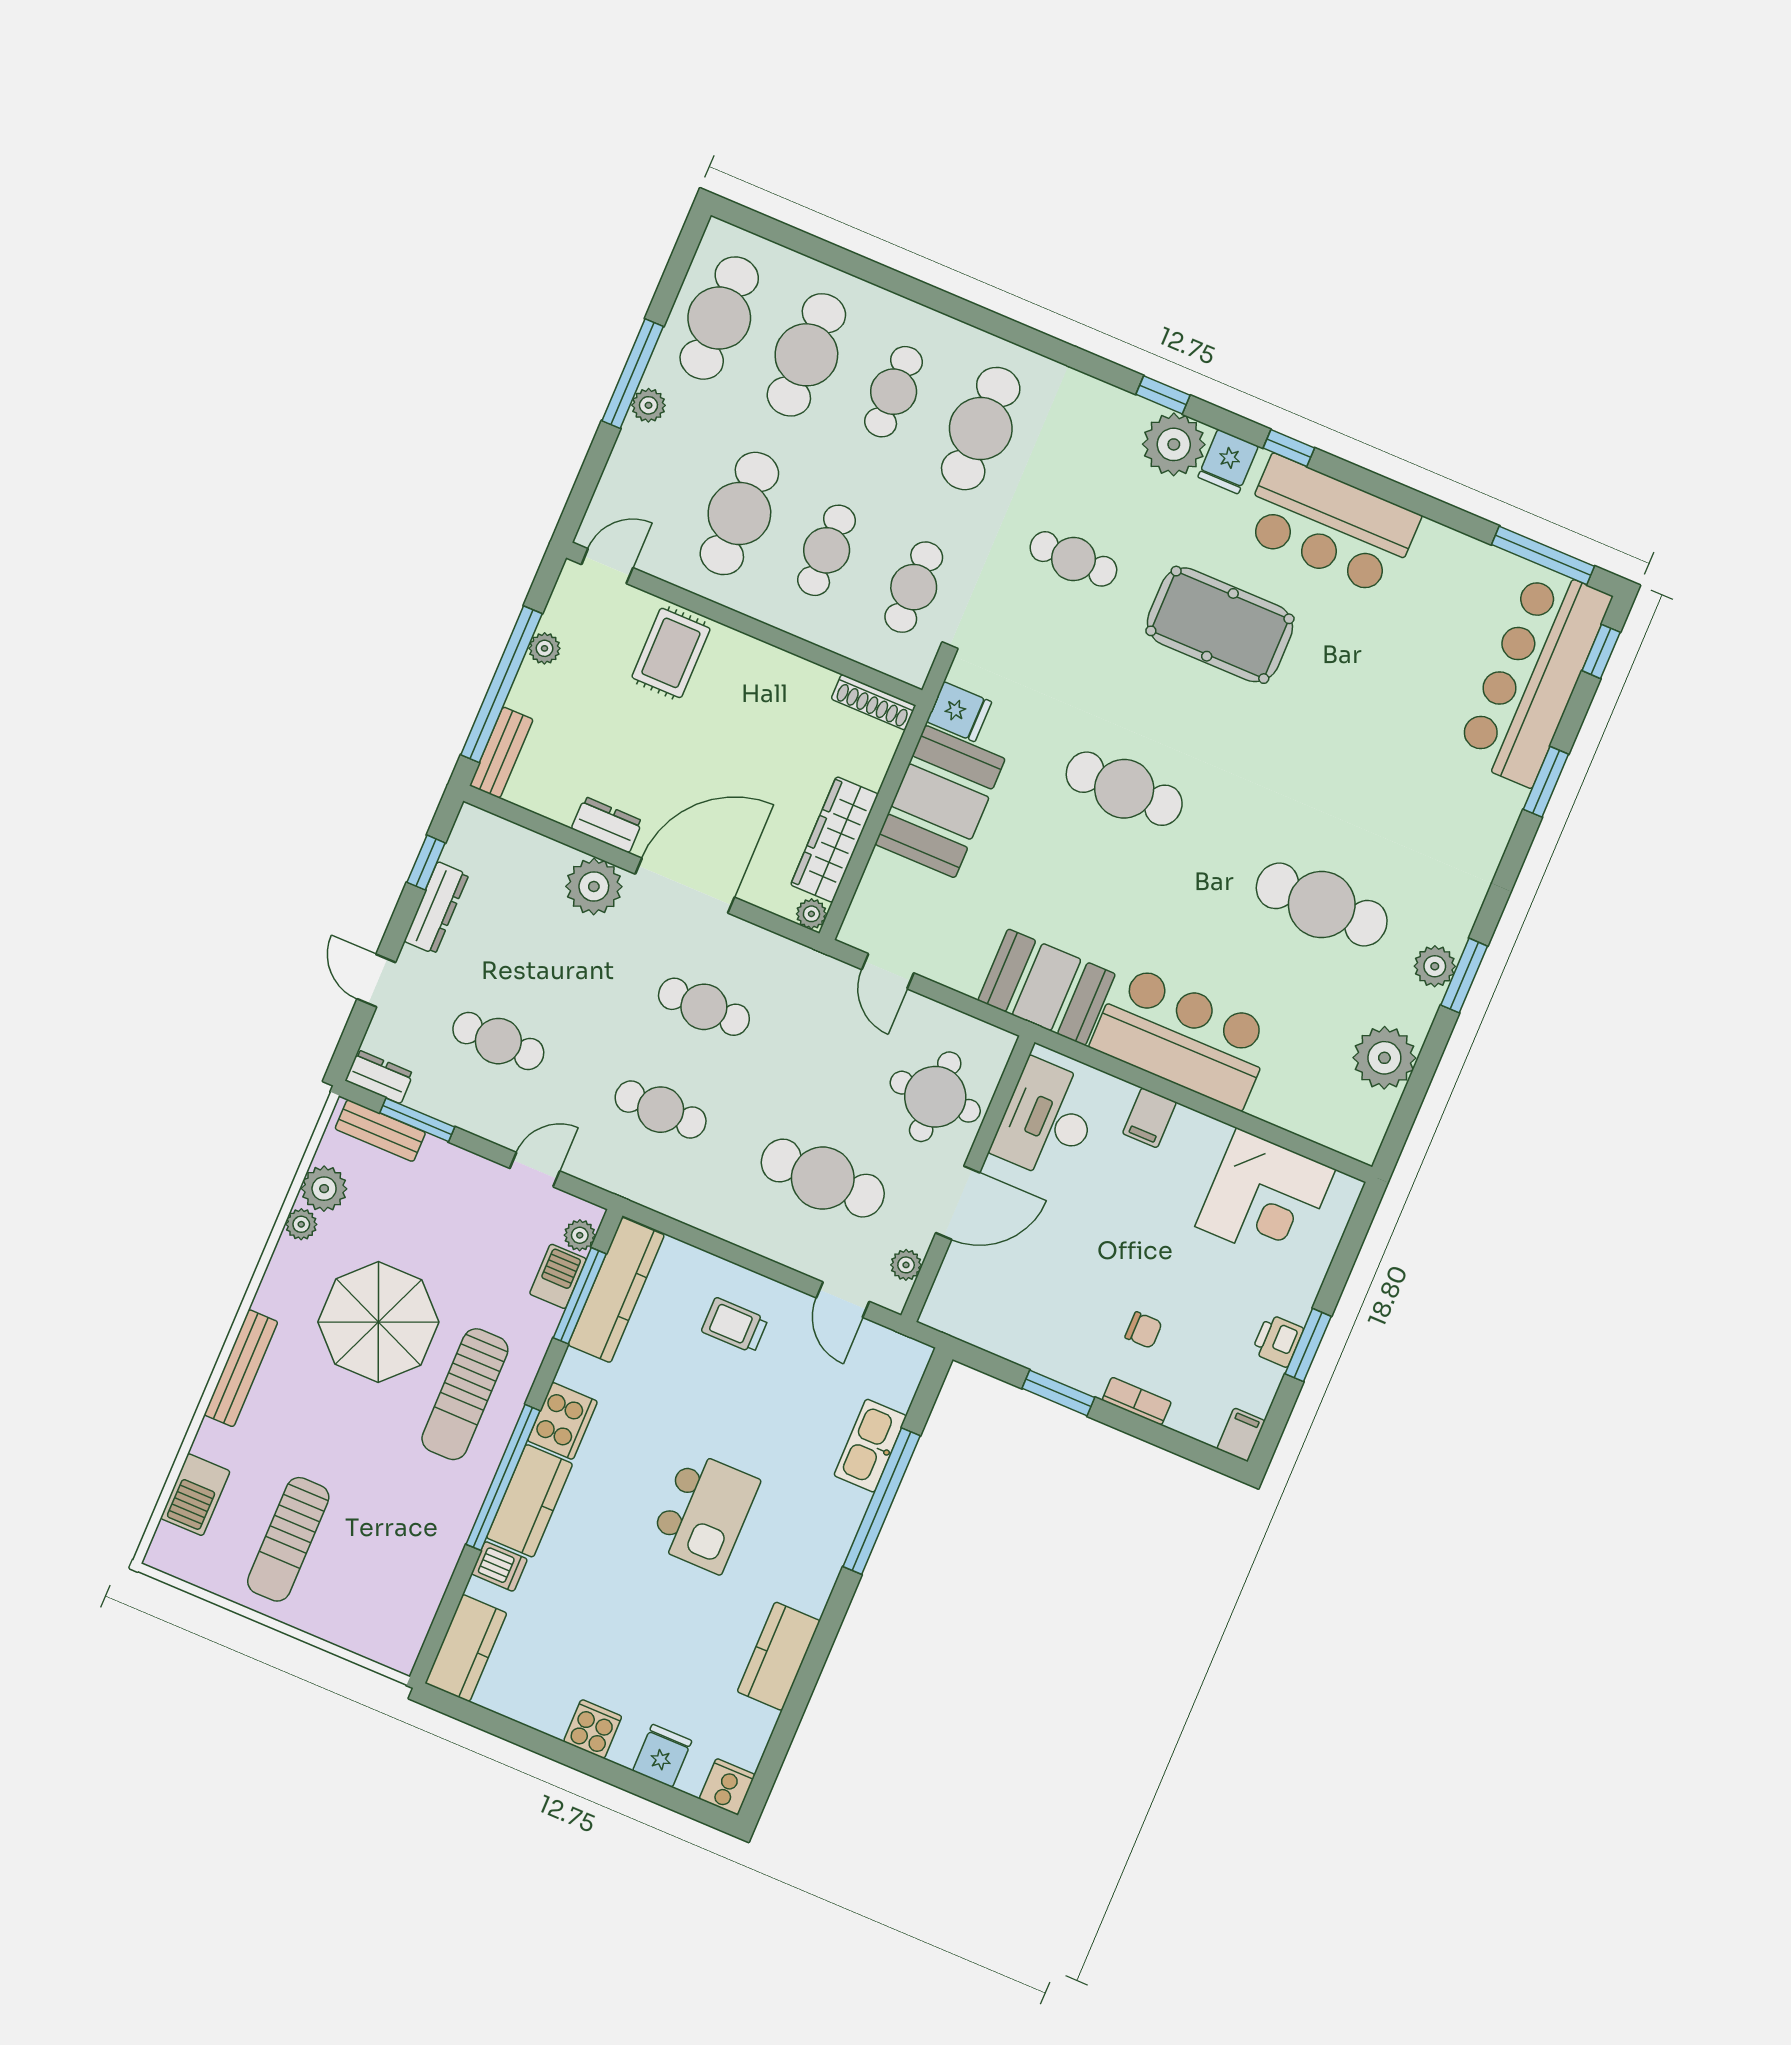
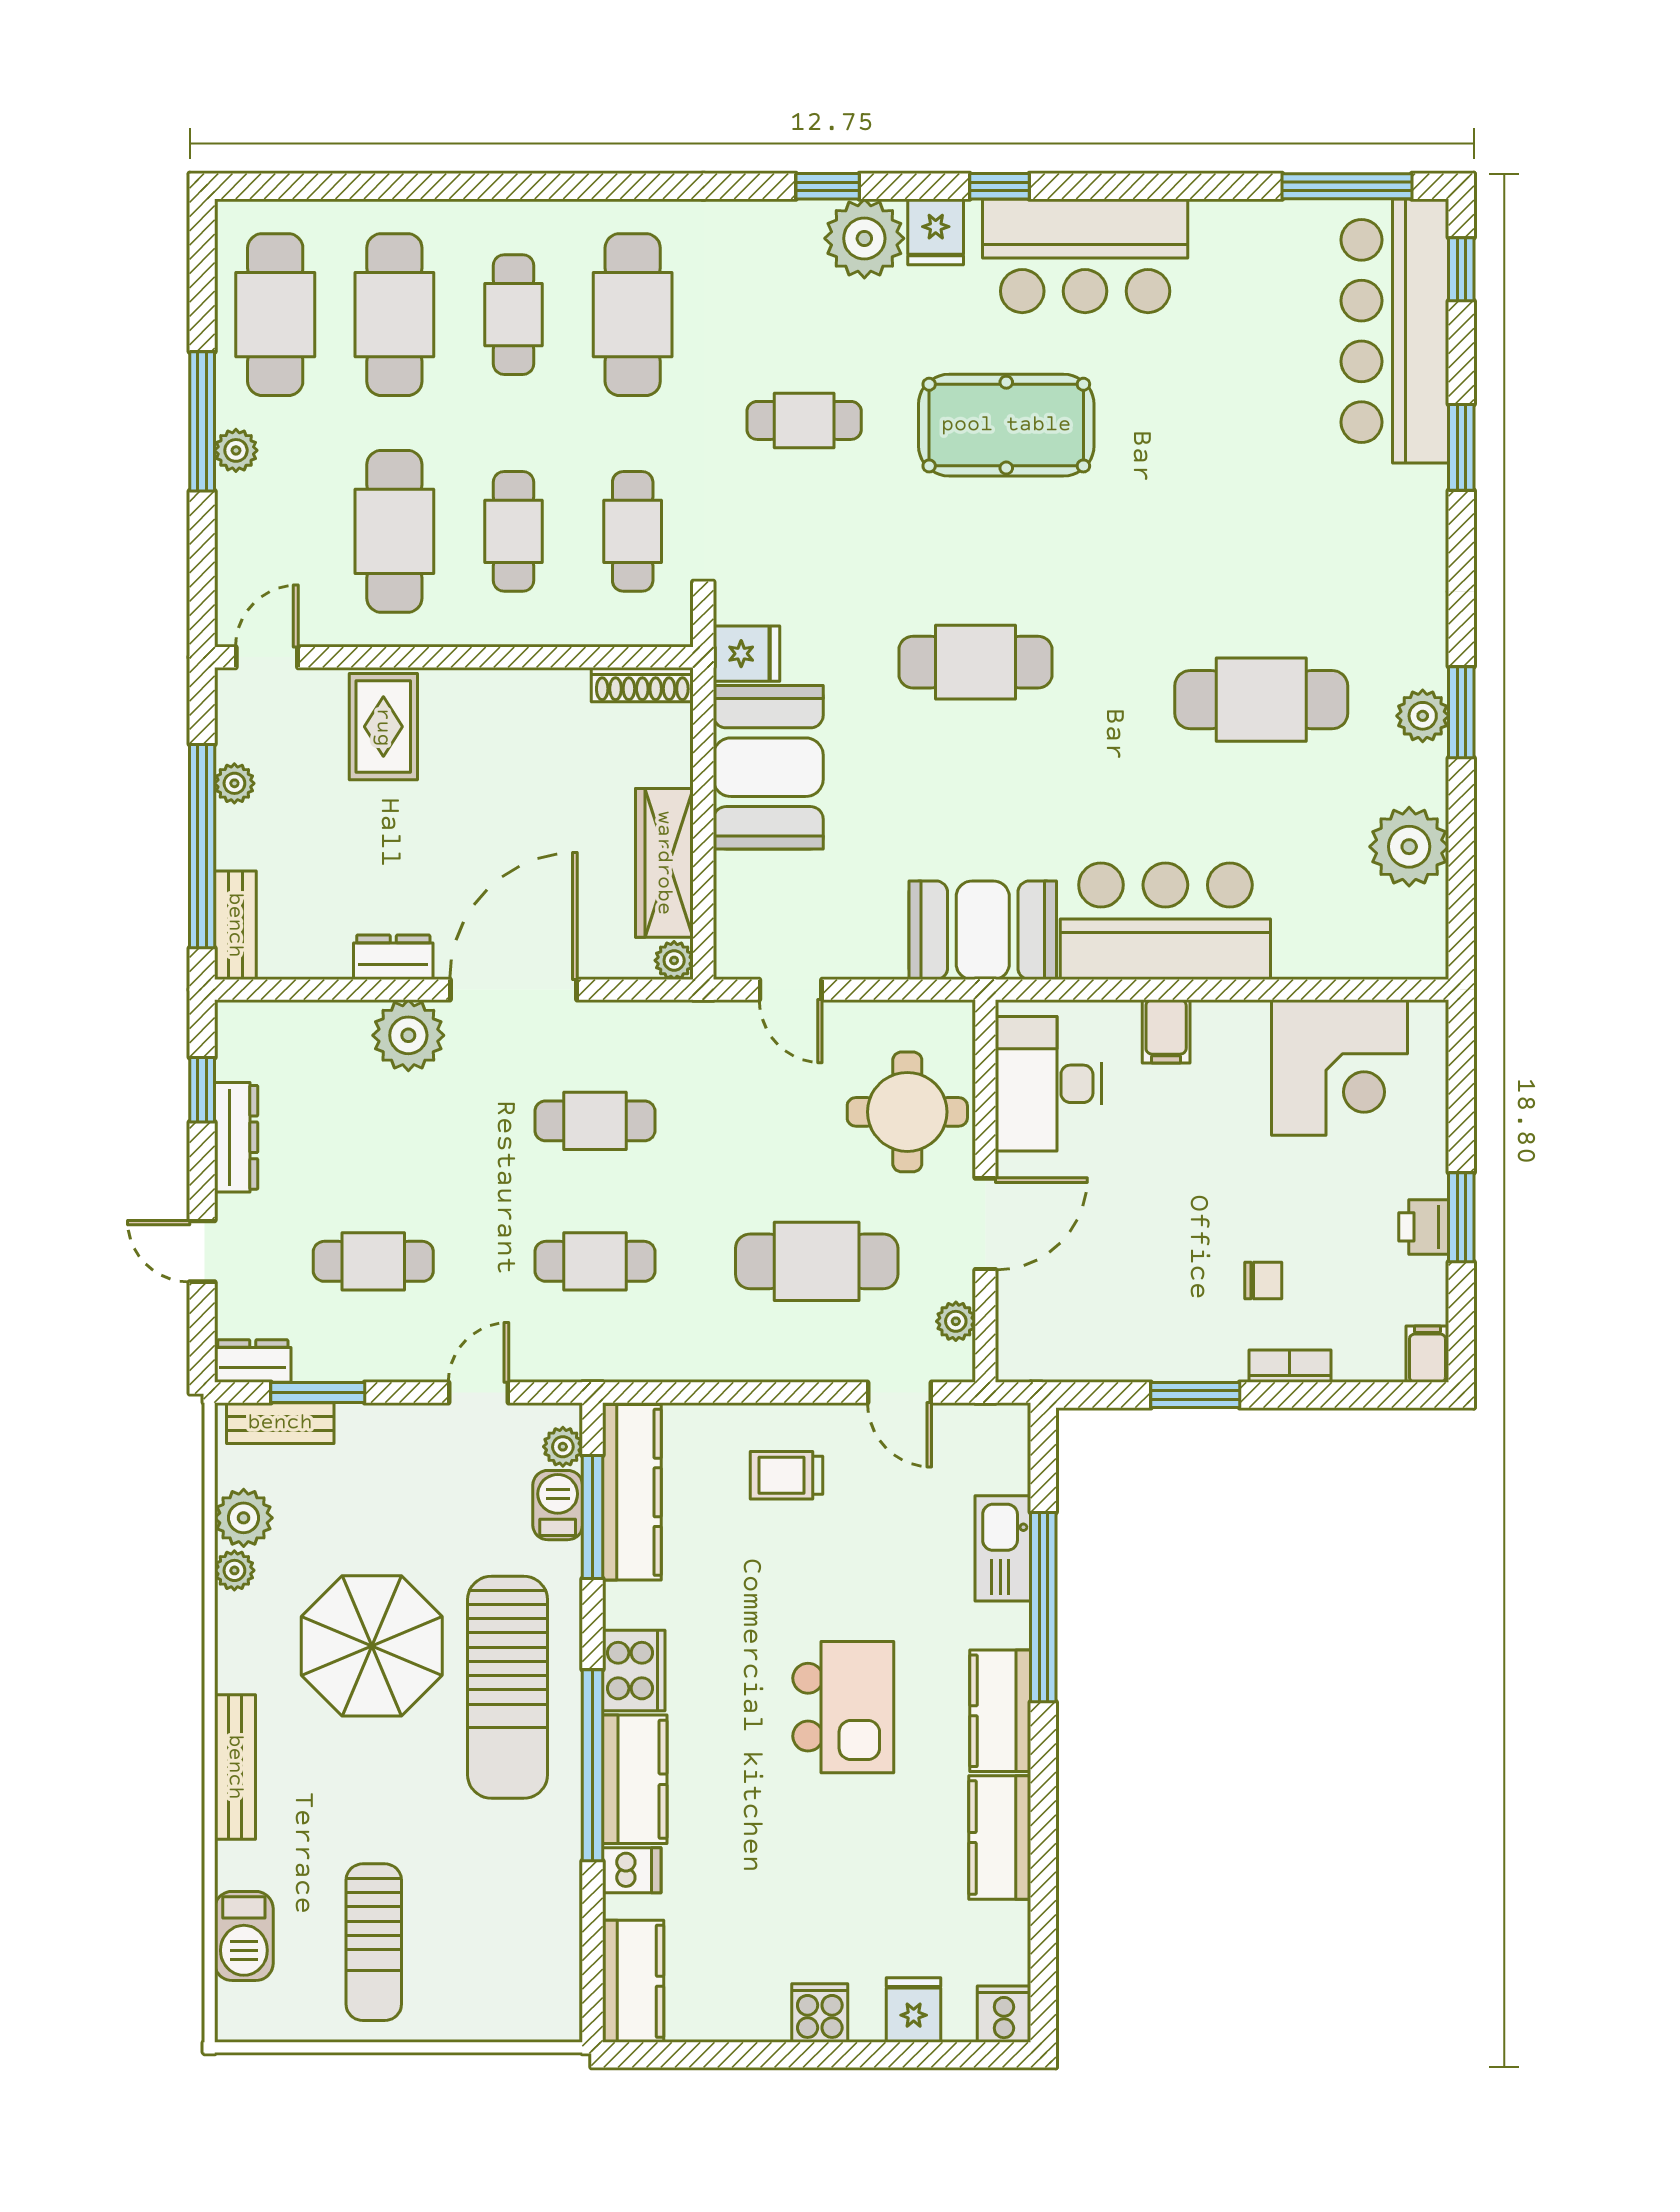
sun lounger: (465, 1394) -> (508, 1687), width x1.36, depth x1.34
kitchen counter: (818, 1564) -> (1000, 1711), added

